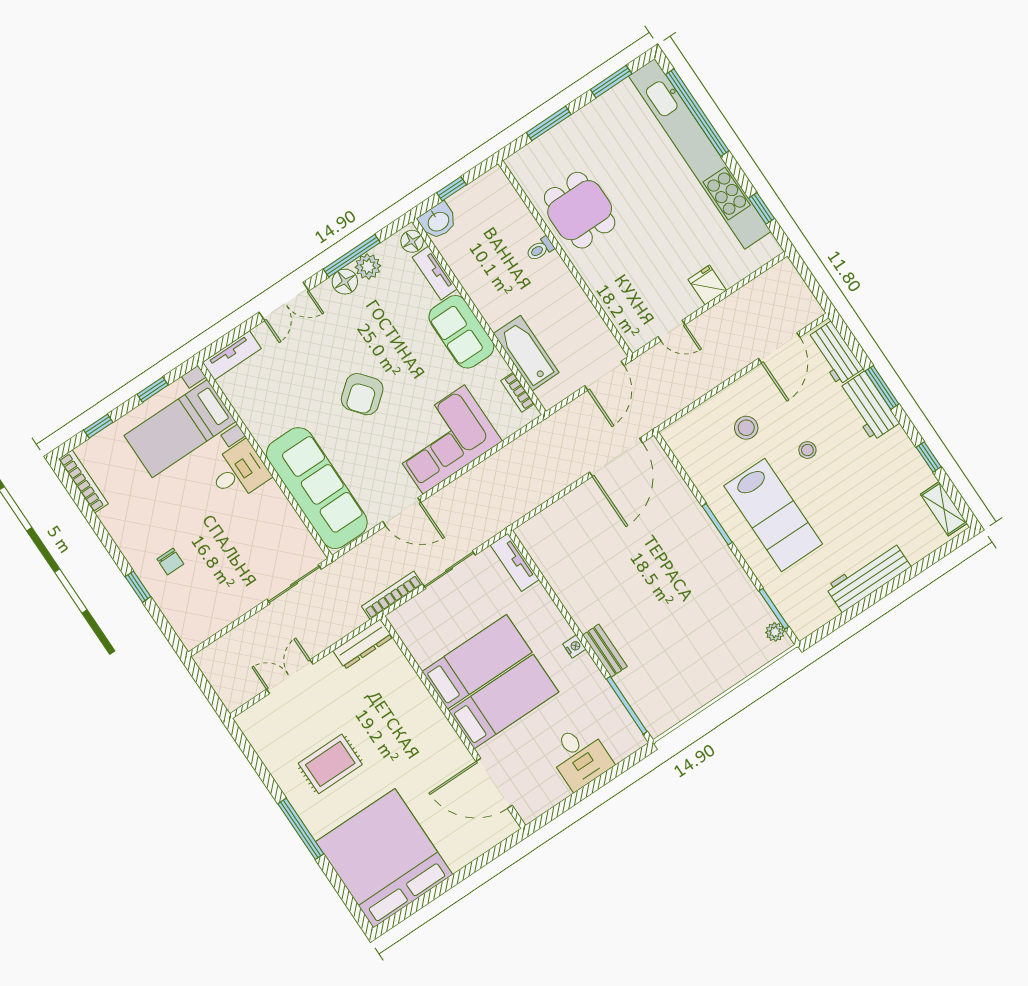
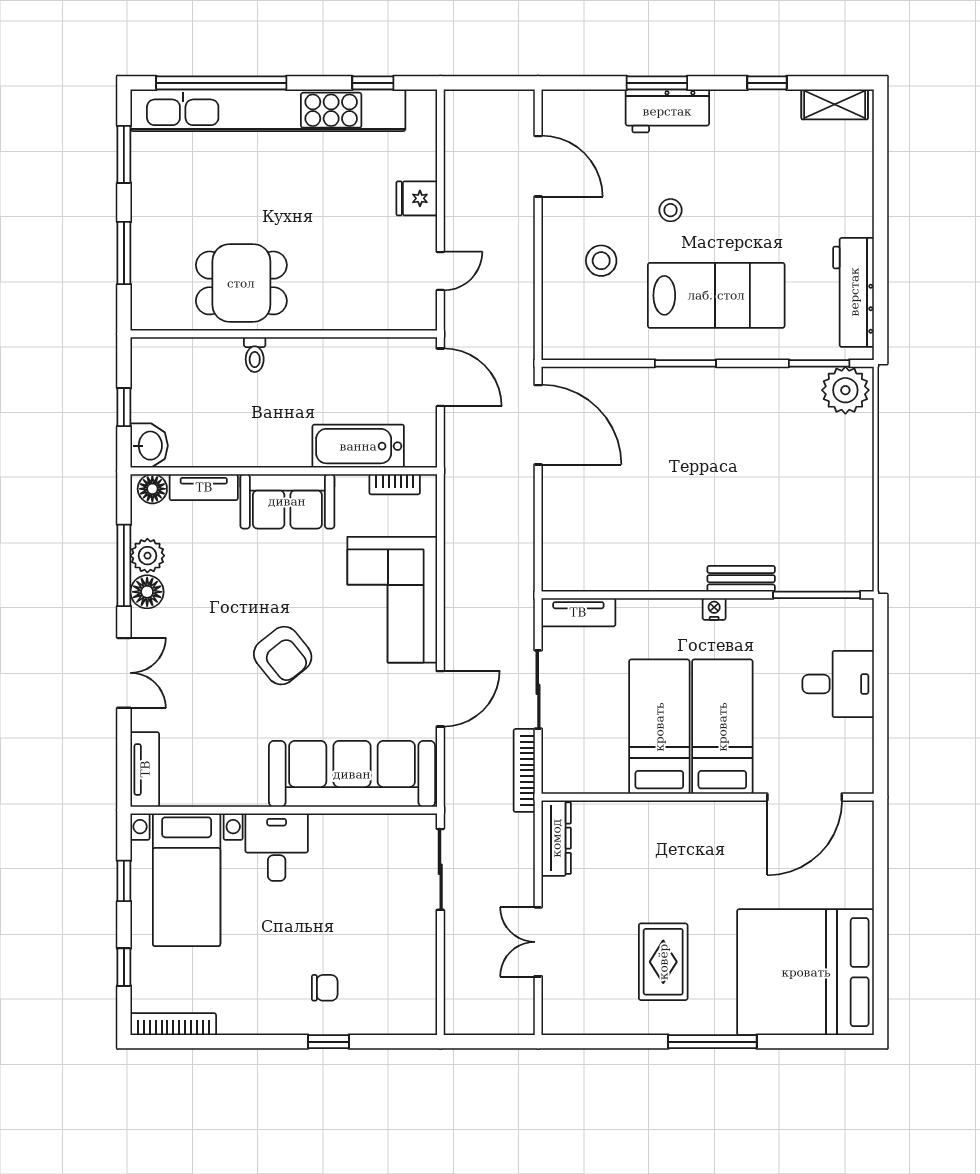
workbench: (835, 353) -> (585, 109), removed
workbench: (868, 577) -> (854, 292), moved
plant: (775, 632) -> (845, 390), width x1.87, depth x1.87

